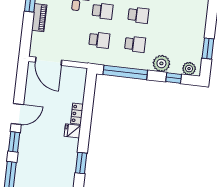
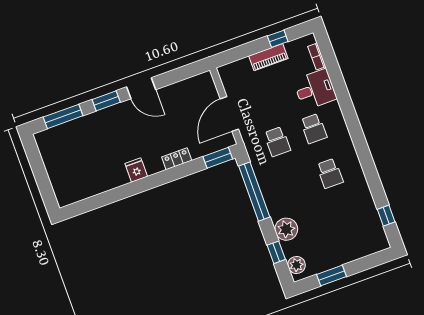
school desk: (135, 44) -> (293, 187), removed
door: (48, 61) -> (229, 114), moved
fridge: (73, 131) -> (136, 170), moved
window: (81, 163) -> (218, 158), moved

